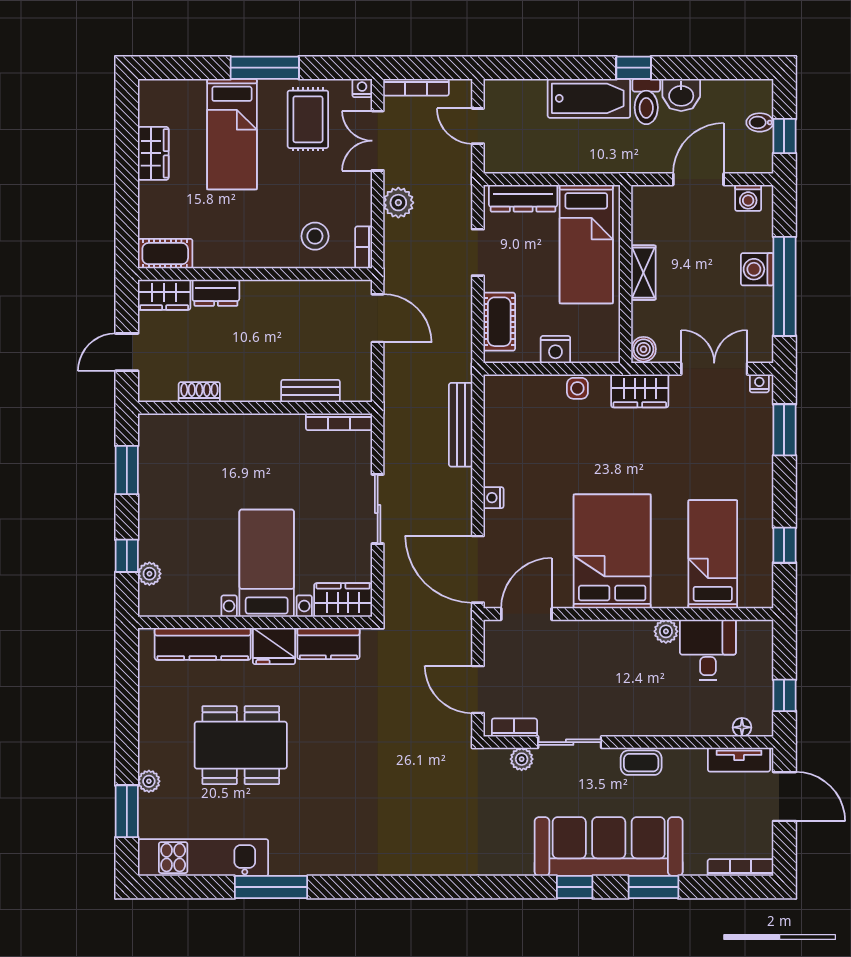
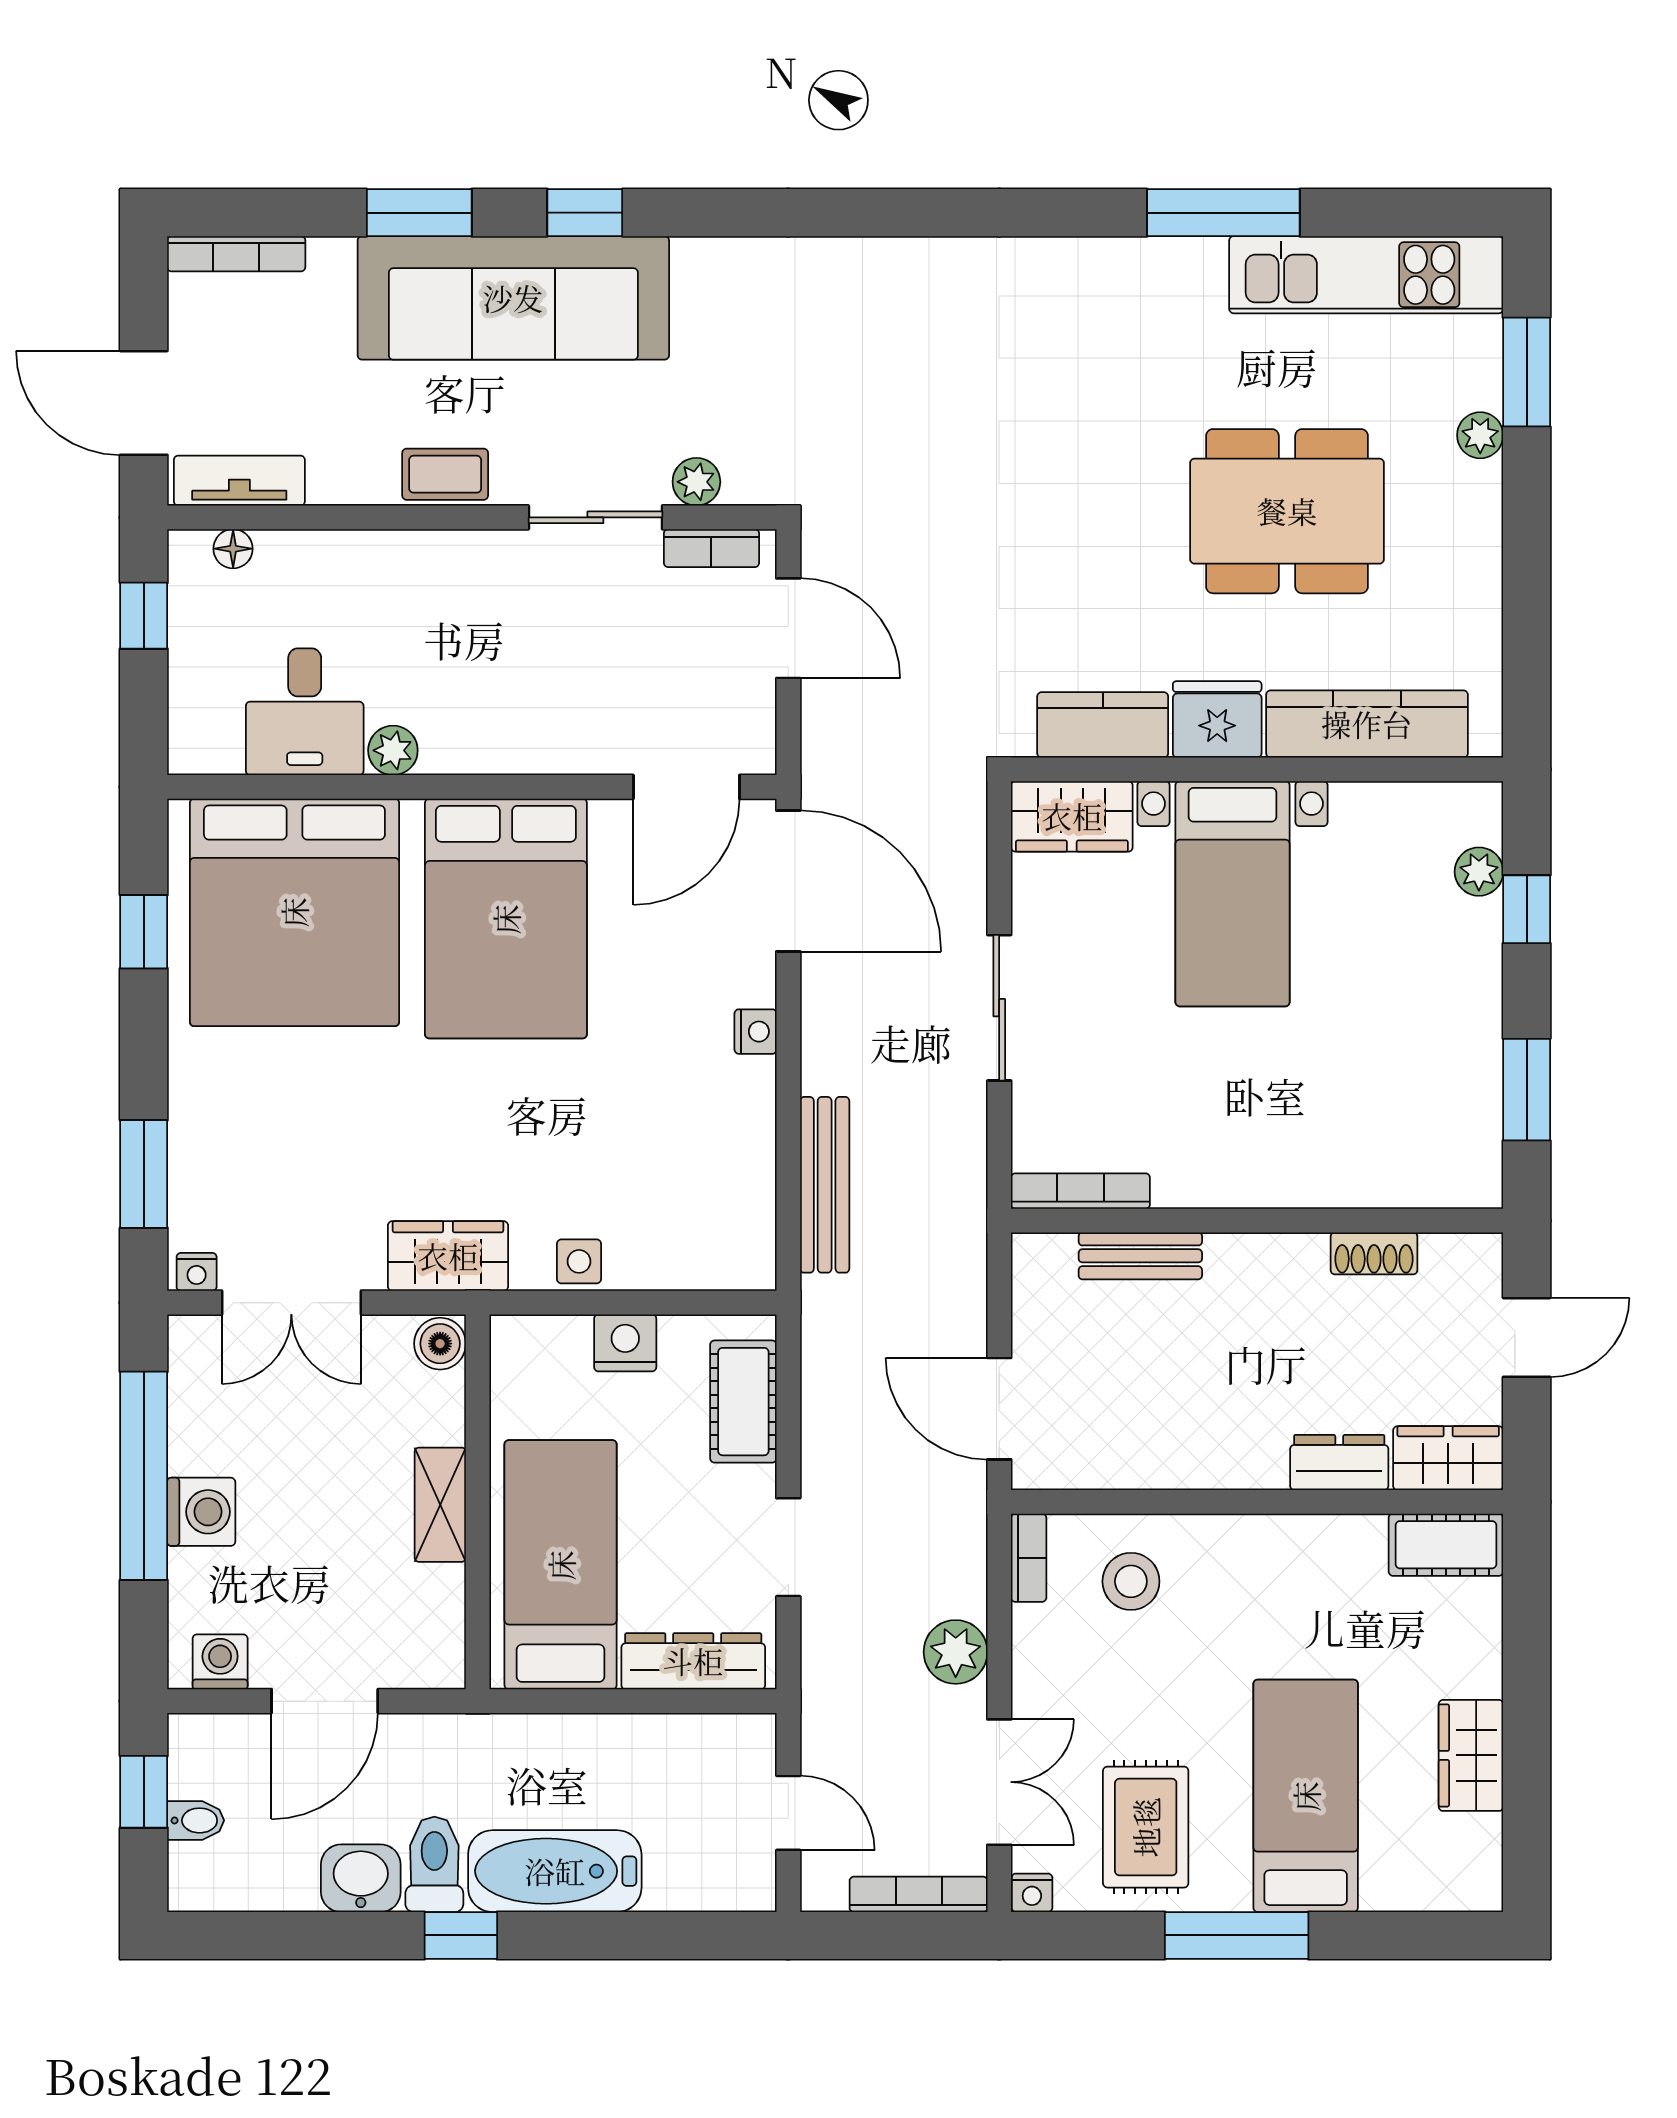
bed: (713, 554) -> (294, 912), width x2.04

